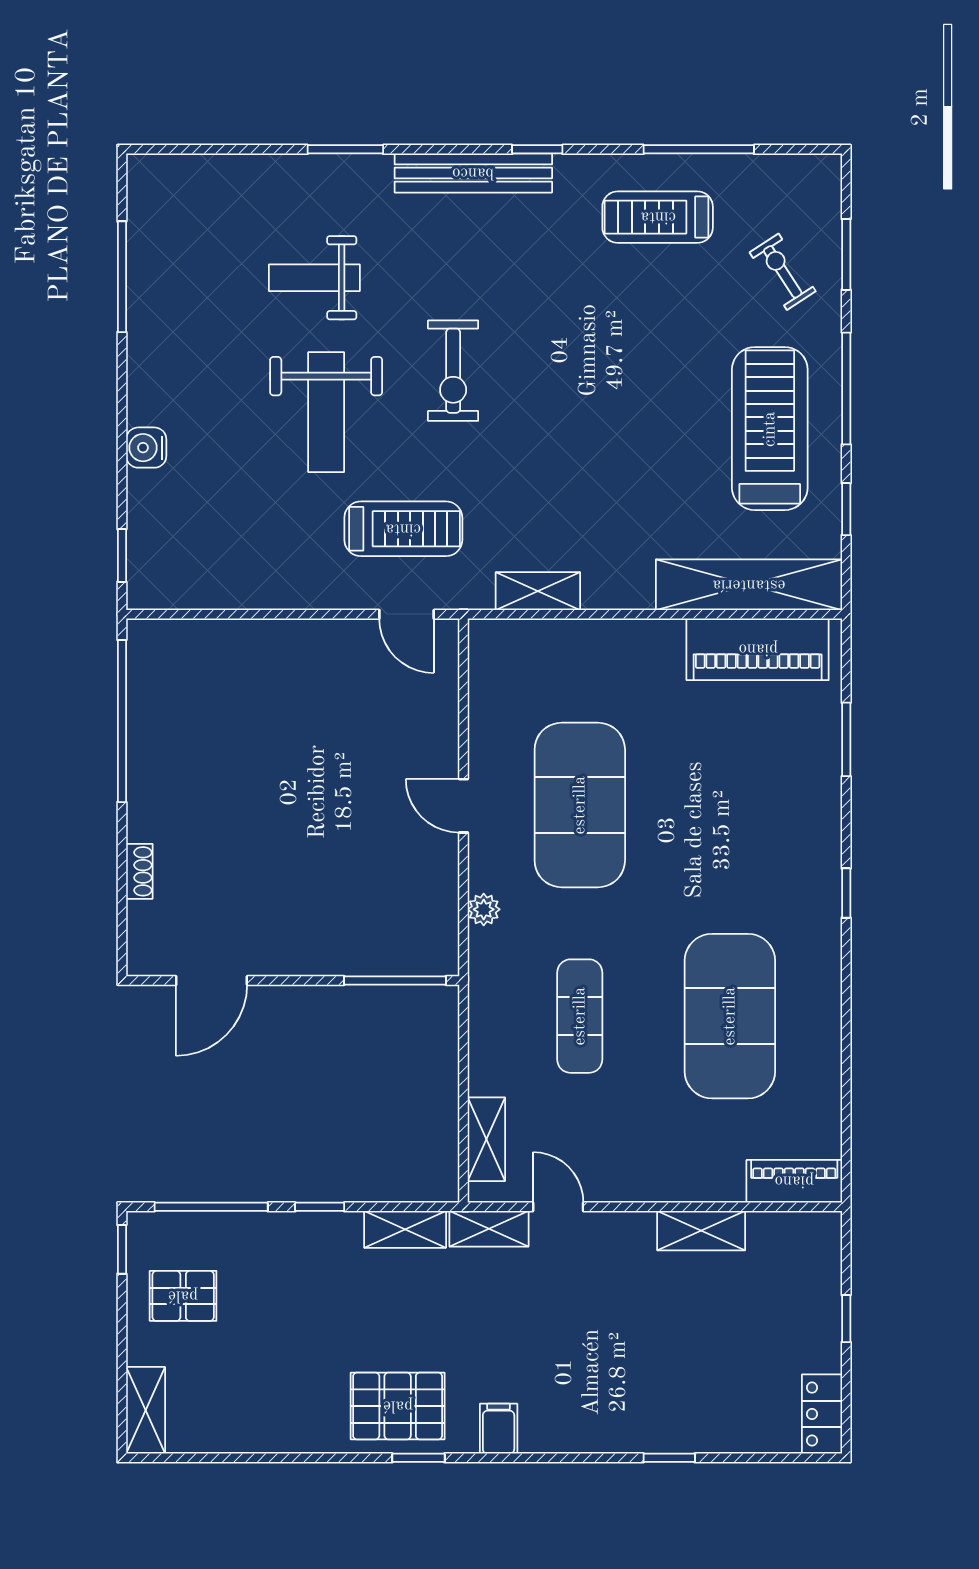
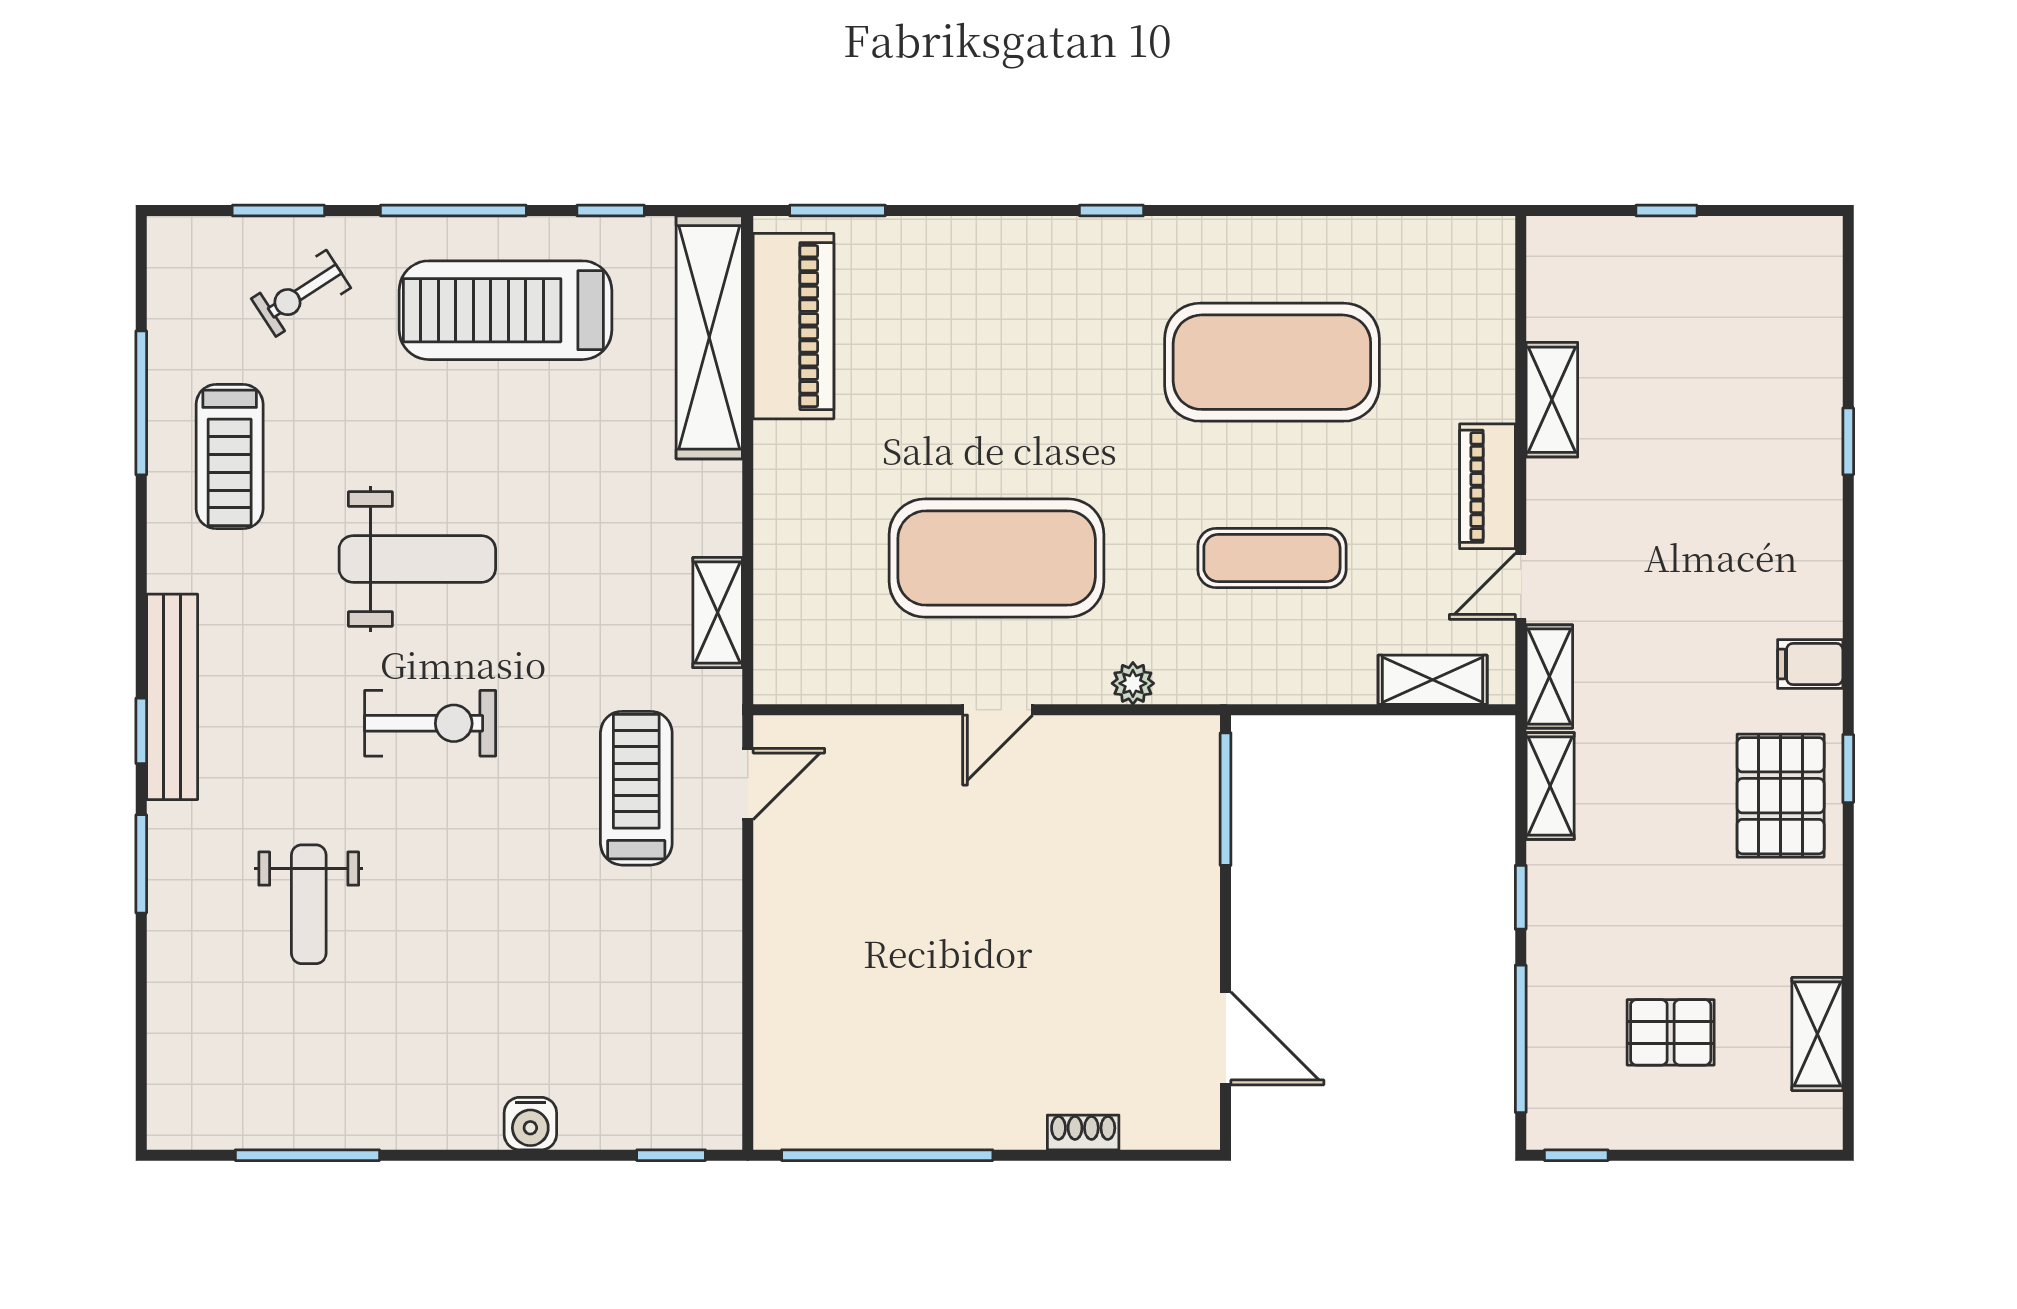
window: (537, 149) -> (141, 731), moved
weight bench: (326, 412) -> (417, 559), moved
window: (846, 739) -> (837, 210), moved
piano: (794, 1181) -> (1487, 486), moved
pallet: (183, 1296) -> (1671, 1032), moved, turned 90
shelving: (146, 1410) -> (1817, 1034), moved, turned 90
locker: (822, 1414) -> (1791, 242), removed

